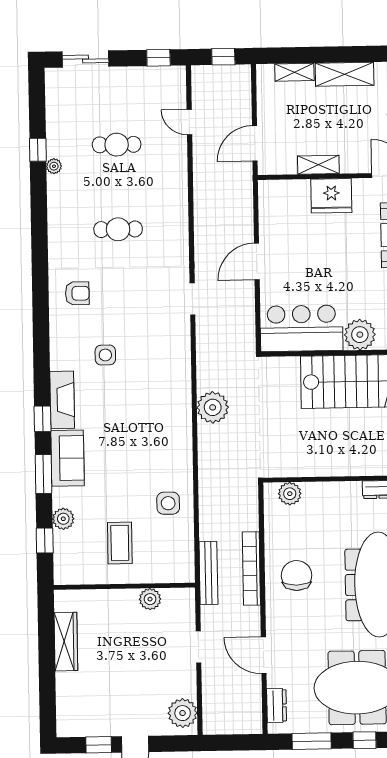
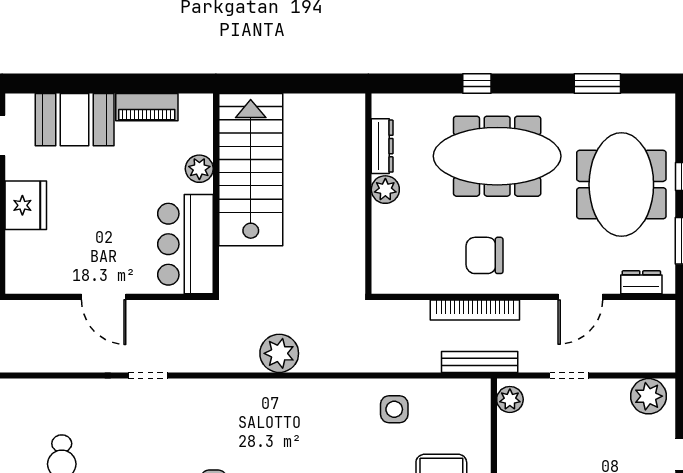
plant: (360, 335) -> (199, 169), width x0.73, depth x0.73
plant: (290, 494) -> (385, 190), moved
plant: (150, 599) -> (510, 399), moved

